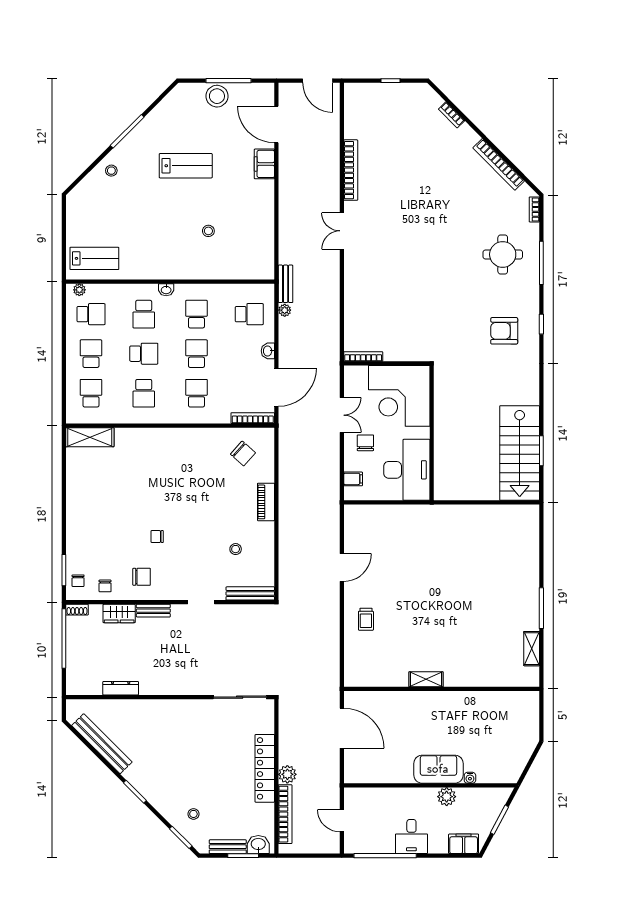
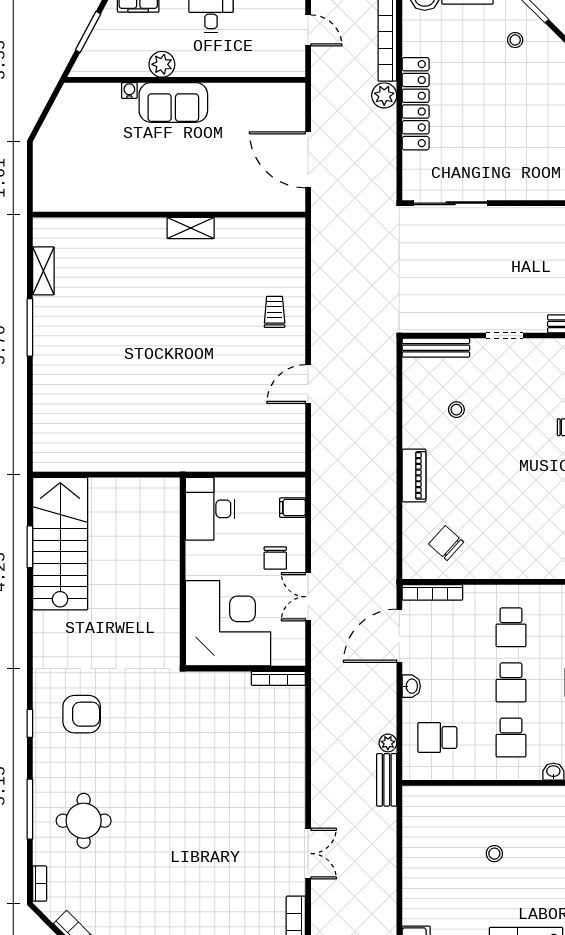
desk: (407, 470) -> (210, 509), width x0.73, depth x0.77

